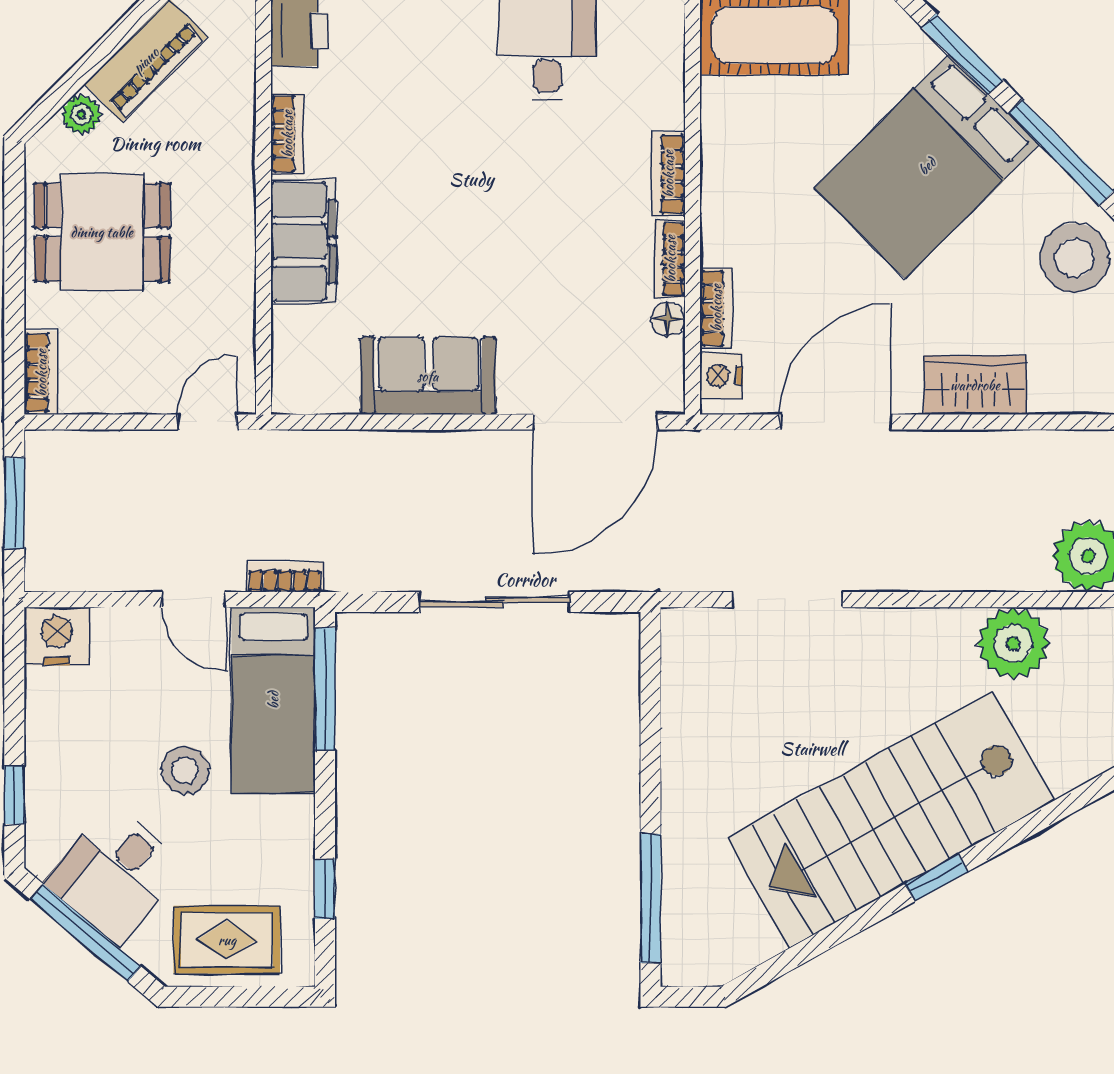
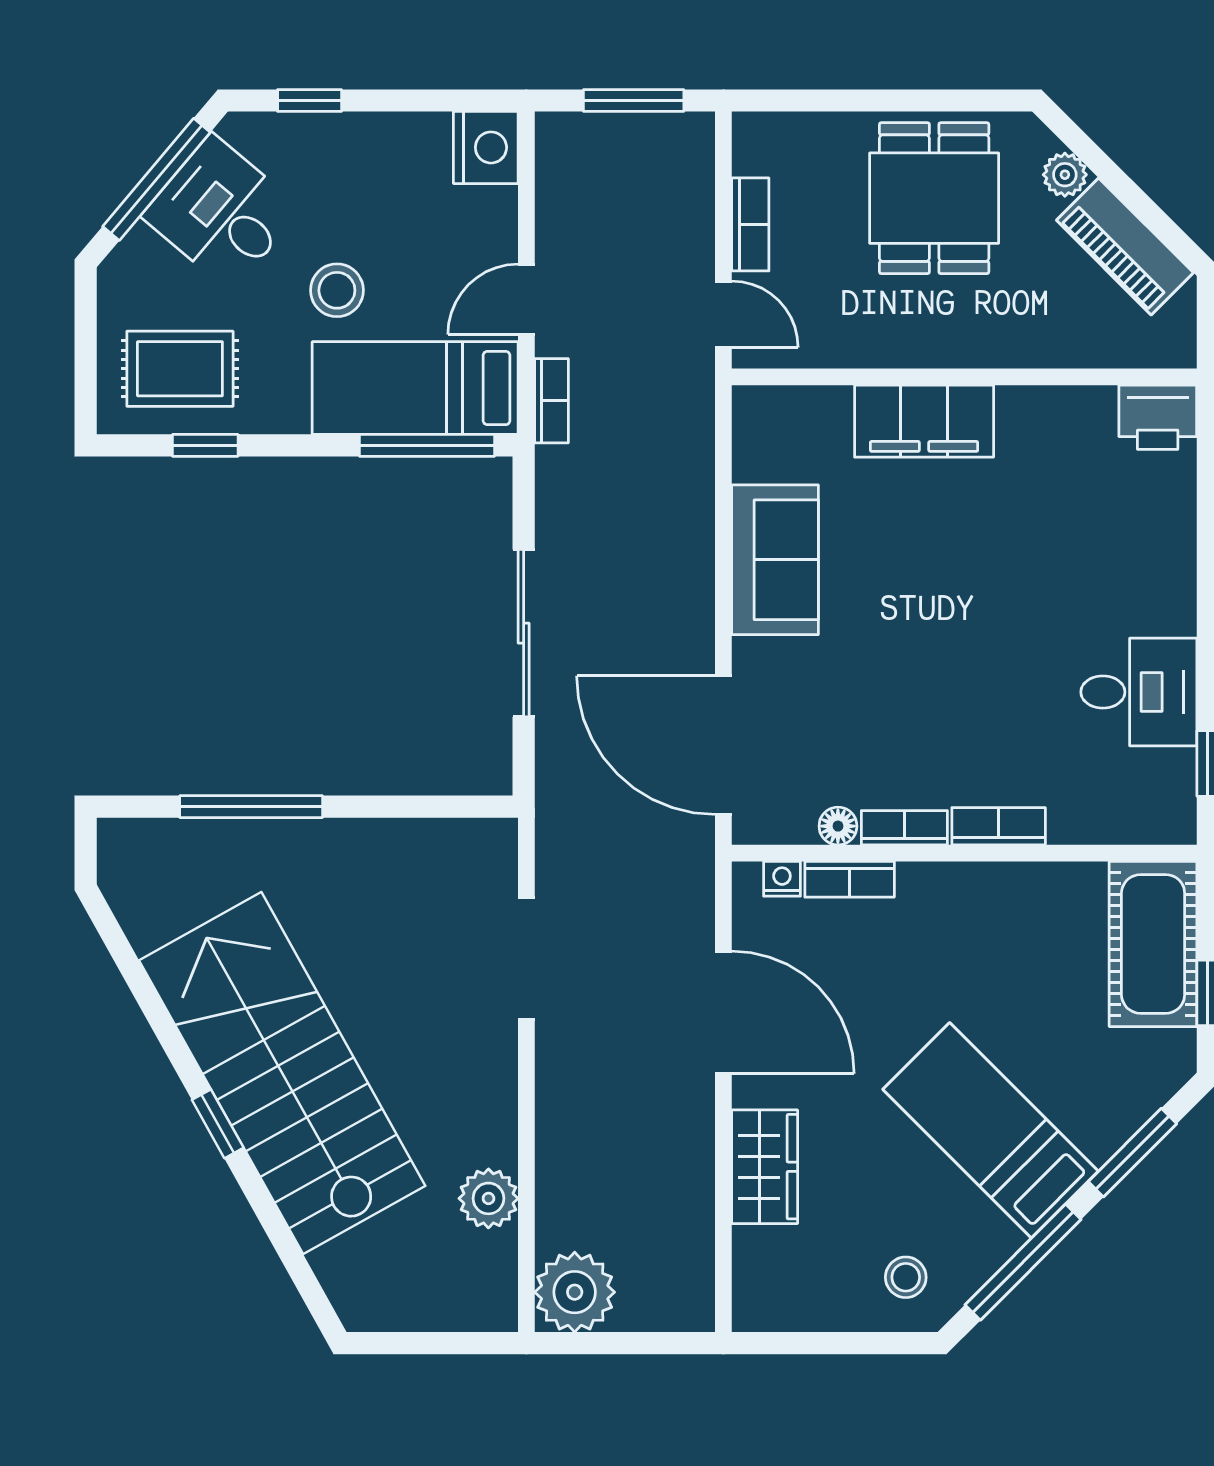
bookcase: (287, 134) -> (1043, 403), removed
bed: (927, 166) -> (991, 1130), width x0.67
stool: (1075, 258) -> (906, 1277), width x0.53, depth x0.53
bookcase: (41, 373) -> (750, 224), moved, turned -90
nightstand: (721, 376) -> (782, 879), width x0.72, depth x0.74
plant: (1013, 643) -> (488, 1198), width x0.73, depth x0.73
window: (651, 898) -> (251, 807), moved
rug: (227, 940) -> (180, 369), moved, turned 90

